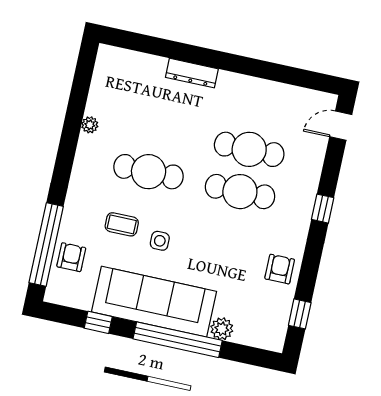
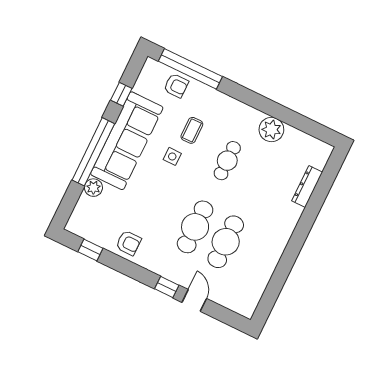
dresser: (192, 73) -> (307, 186), moved
plant: (90, 125) -> (271, 130), width x1.88, depth x1.88
door: (341, 126) -> (194, 300), moved
cafe table: (149, 172) -> (227, 161), width x0.73, depth x0.74

